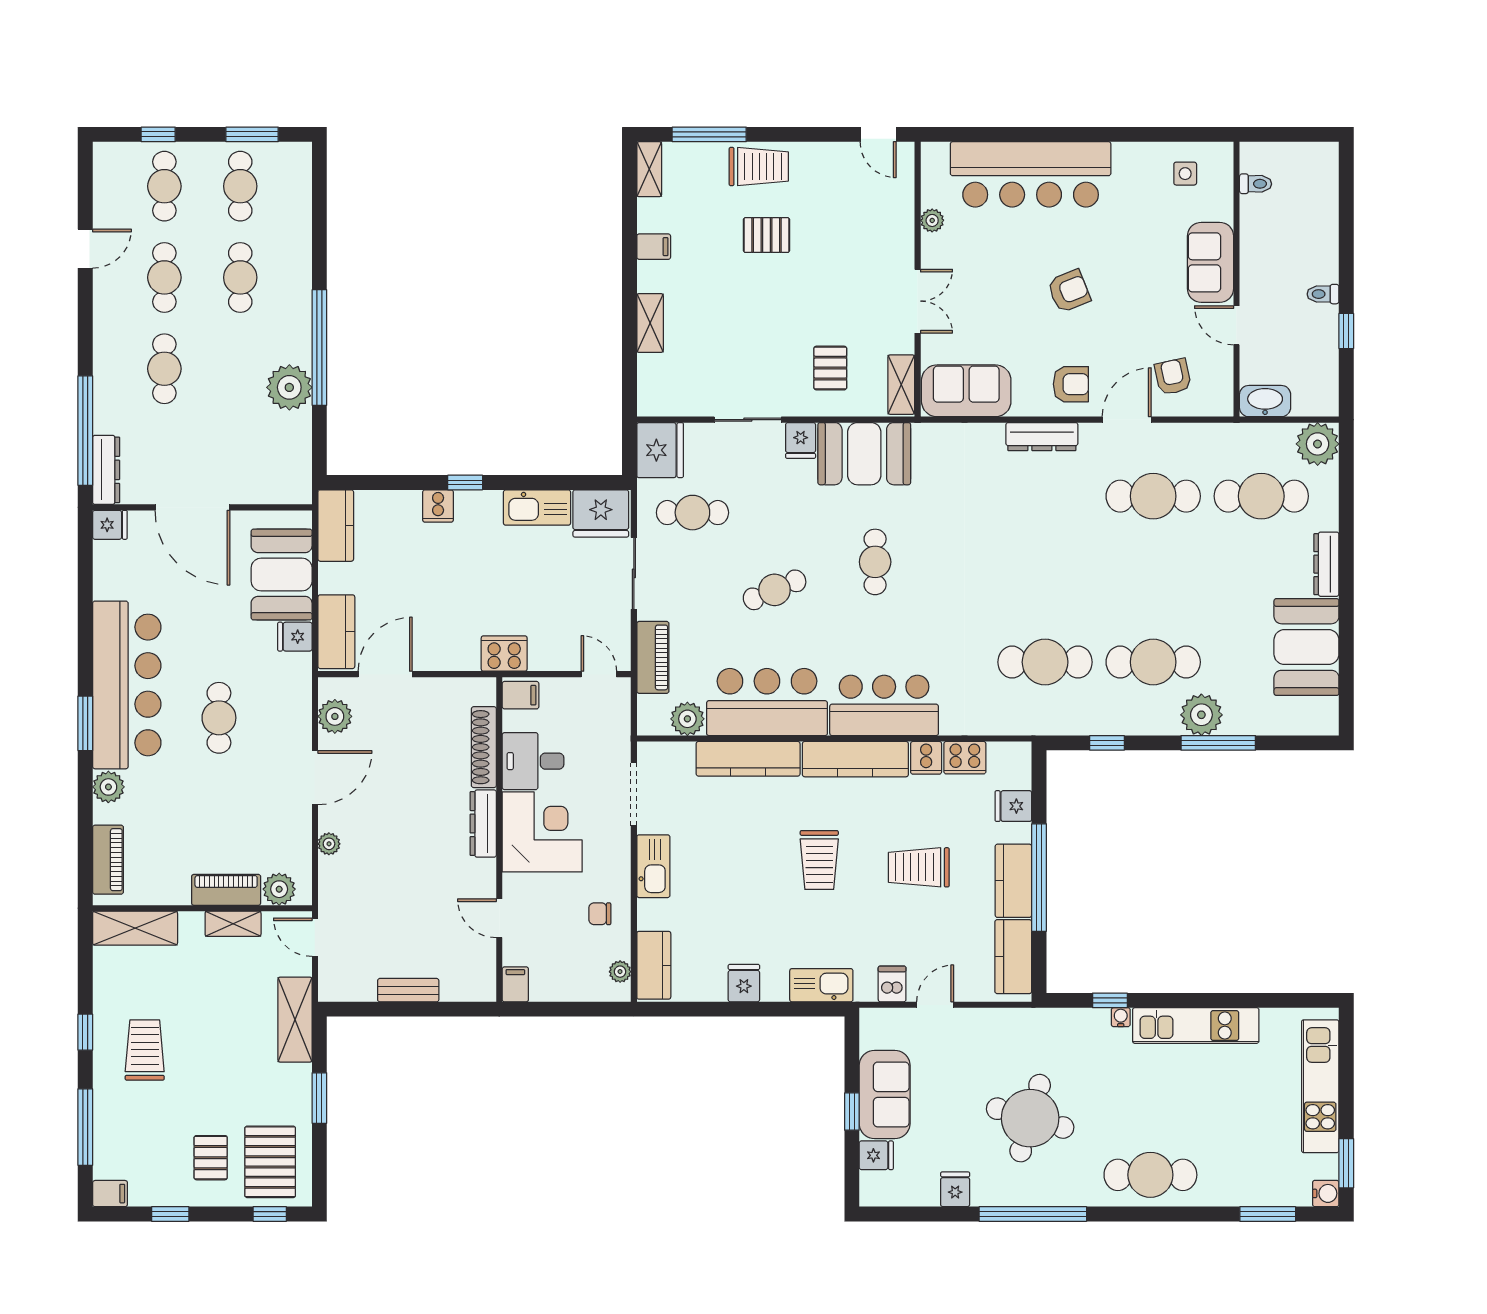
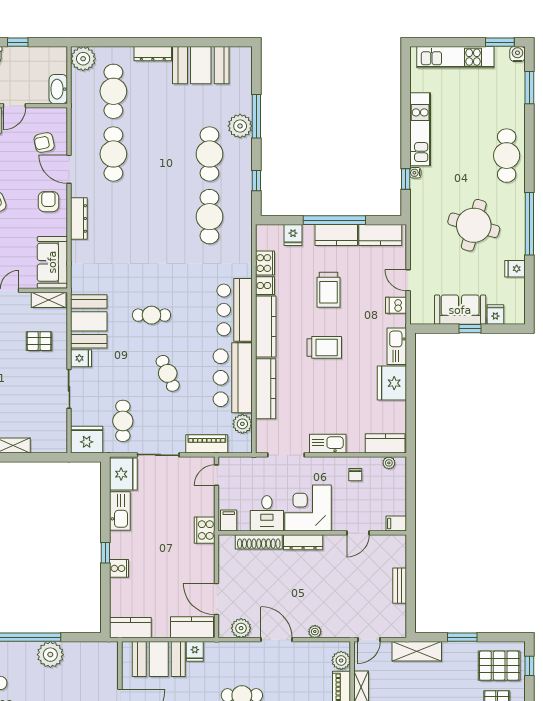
fridge: (744, 983) -> (392, 383), width x1.88, depth x1.34

